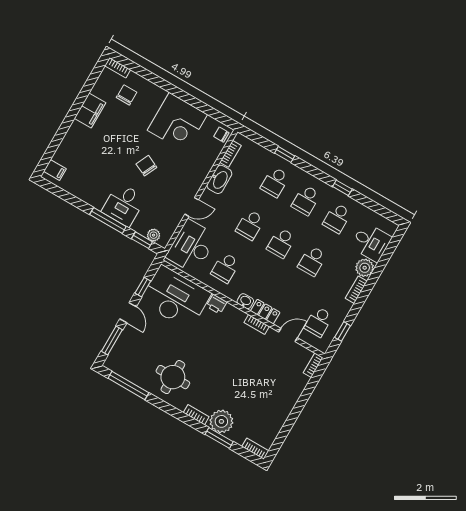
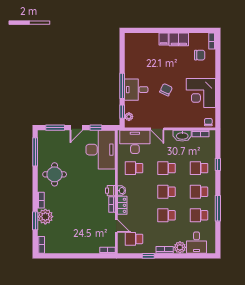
filing cabinet: (55, 170) -> (164, 39), moved
window: (342, 188) -> (218, 208), width x2.17
printer: (217, 304) -> (110, 191), moved
window: (343, 331) -> (148, 256), moved

